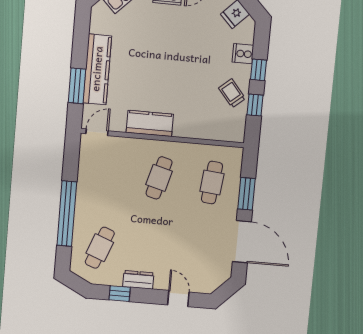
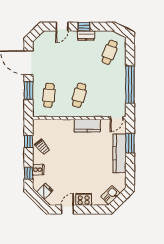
window: (258, 70) -> (29, 173), moved
window: (67, 214) -> (130, 85), moved
window: (120, 294) -> (84, 27), moved
door: (178, 298) -> (62, 27), hinge flipped

